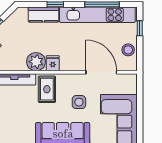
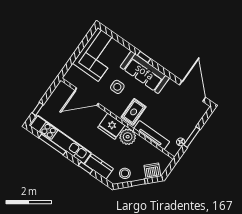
stool: (128, 50) -> (125, 173), moved
fridge: (53, 63) -> (111, 126), width x1.88, depth x1.34
door: (101, 72) -> (87, 97), hinge flipped

